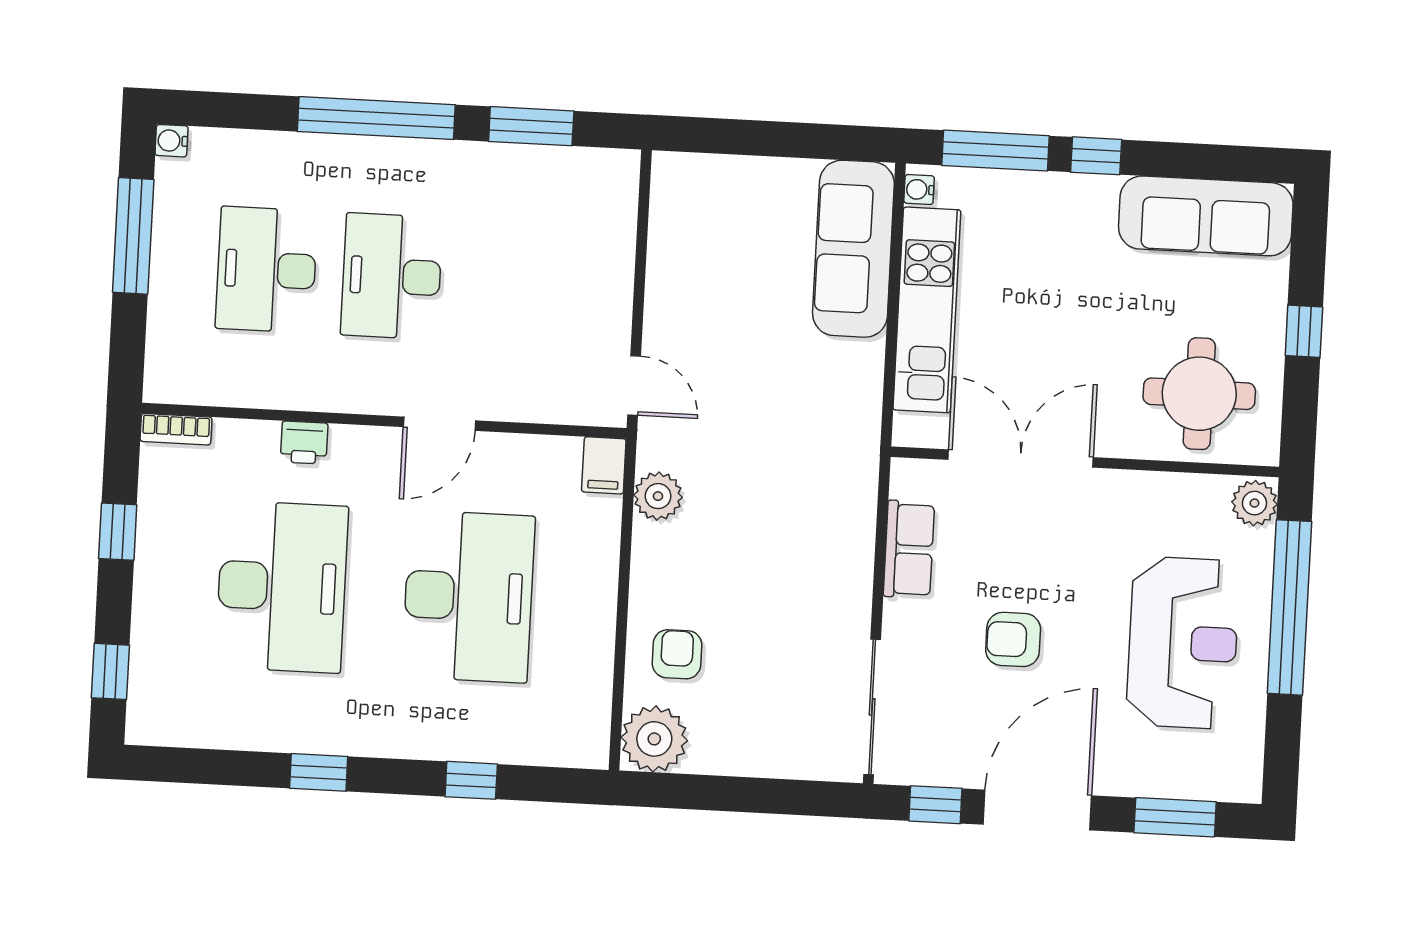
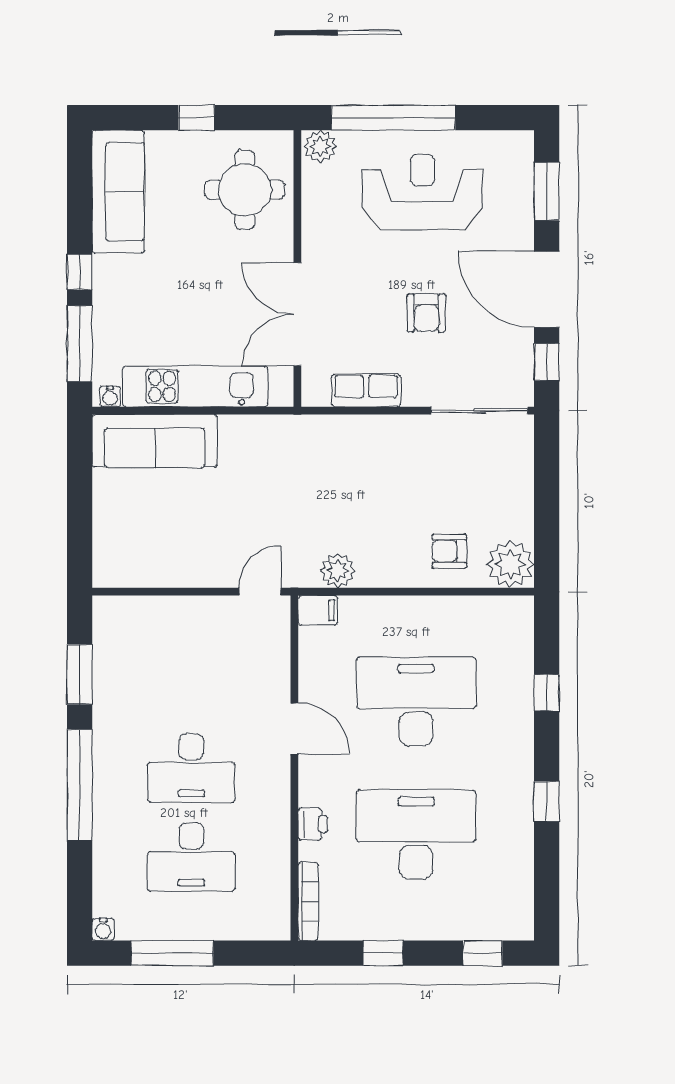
bookcase: (176, 429) -> (308, 901), width x1.56

